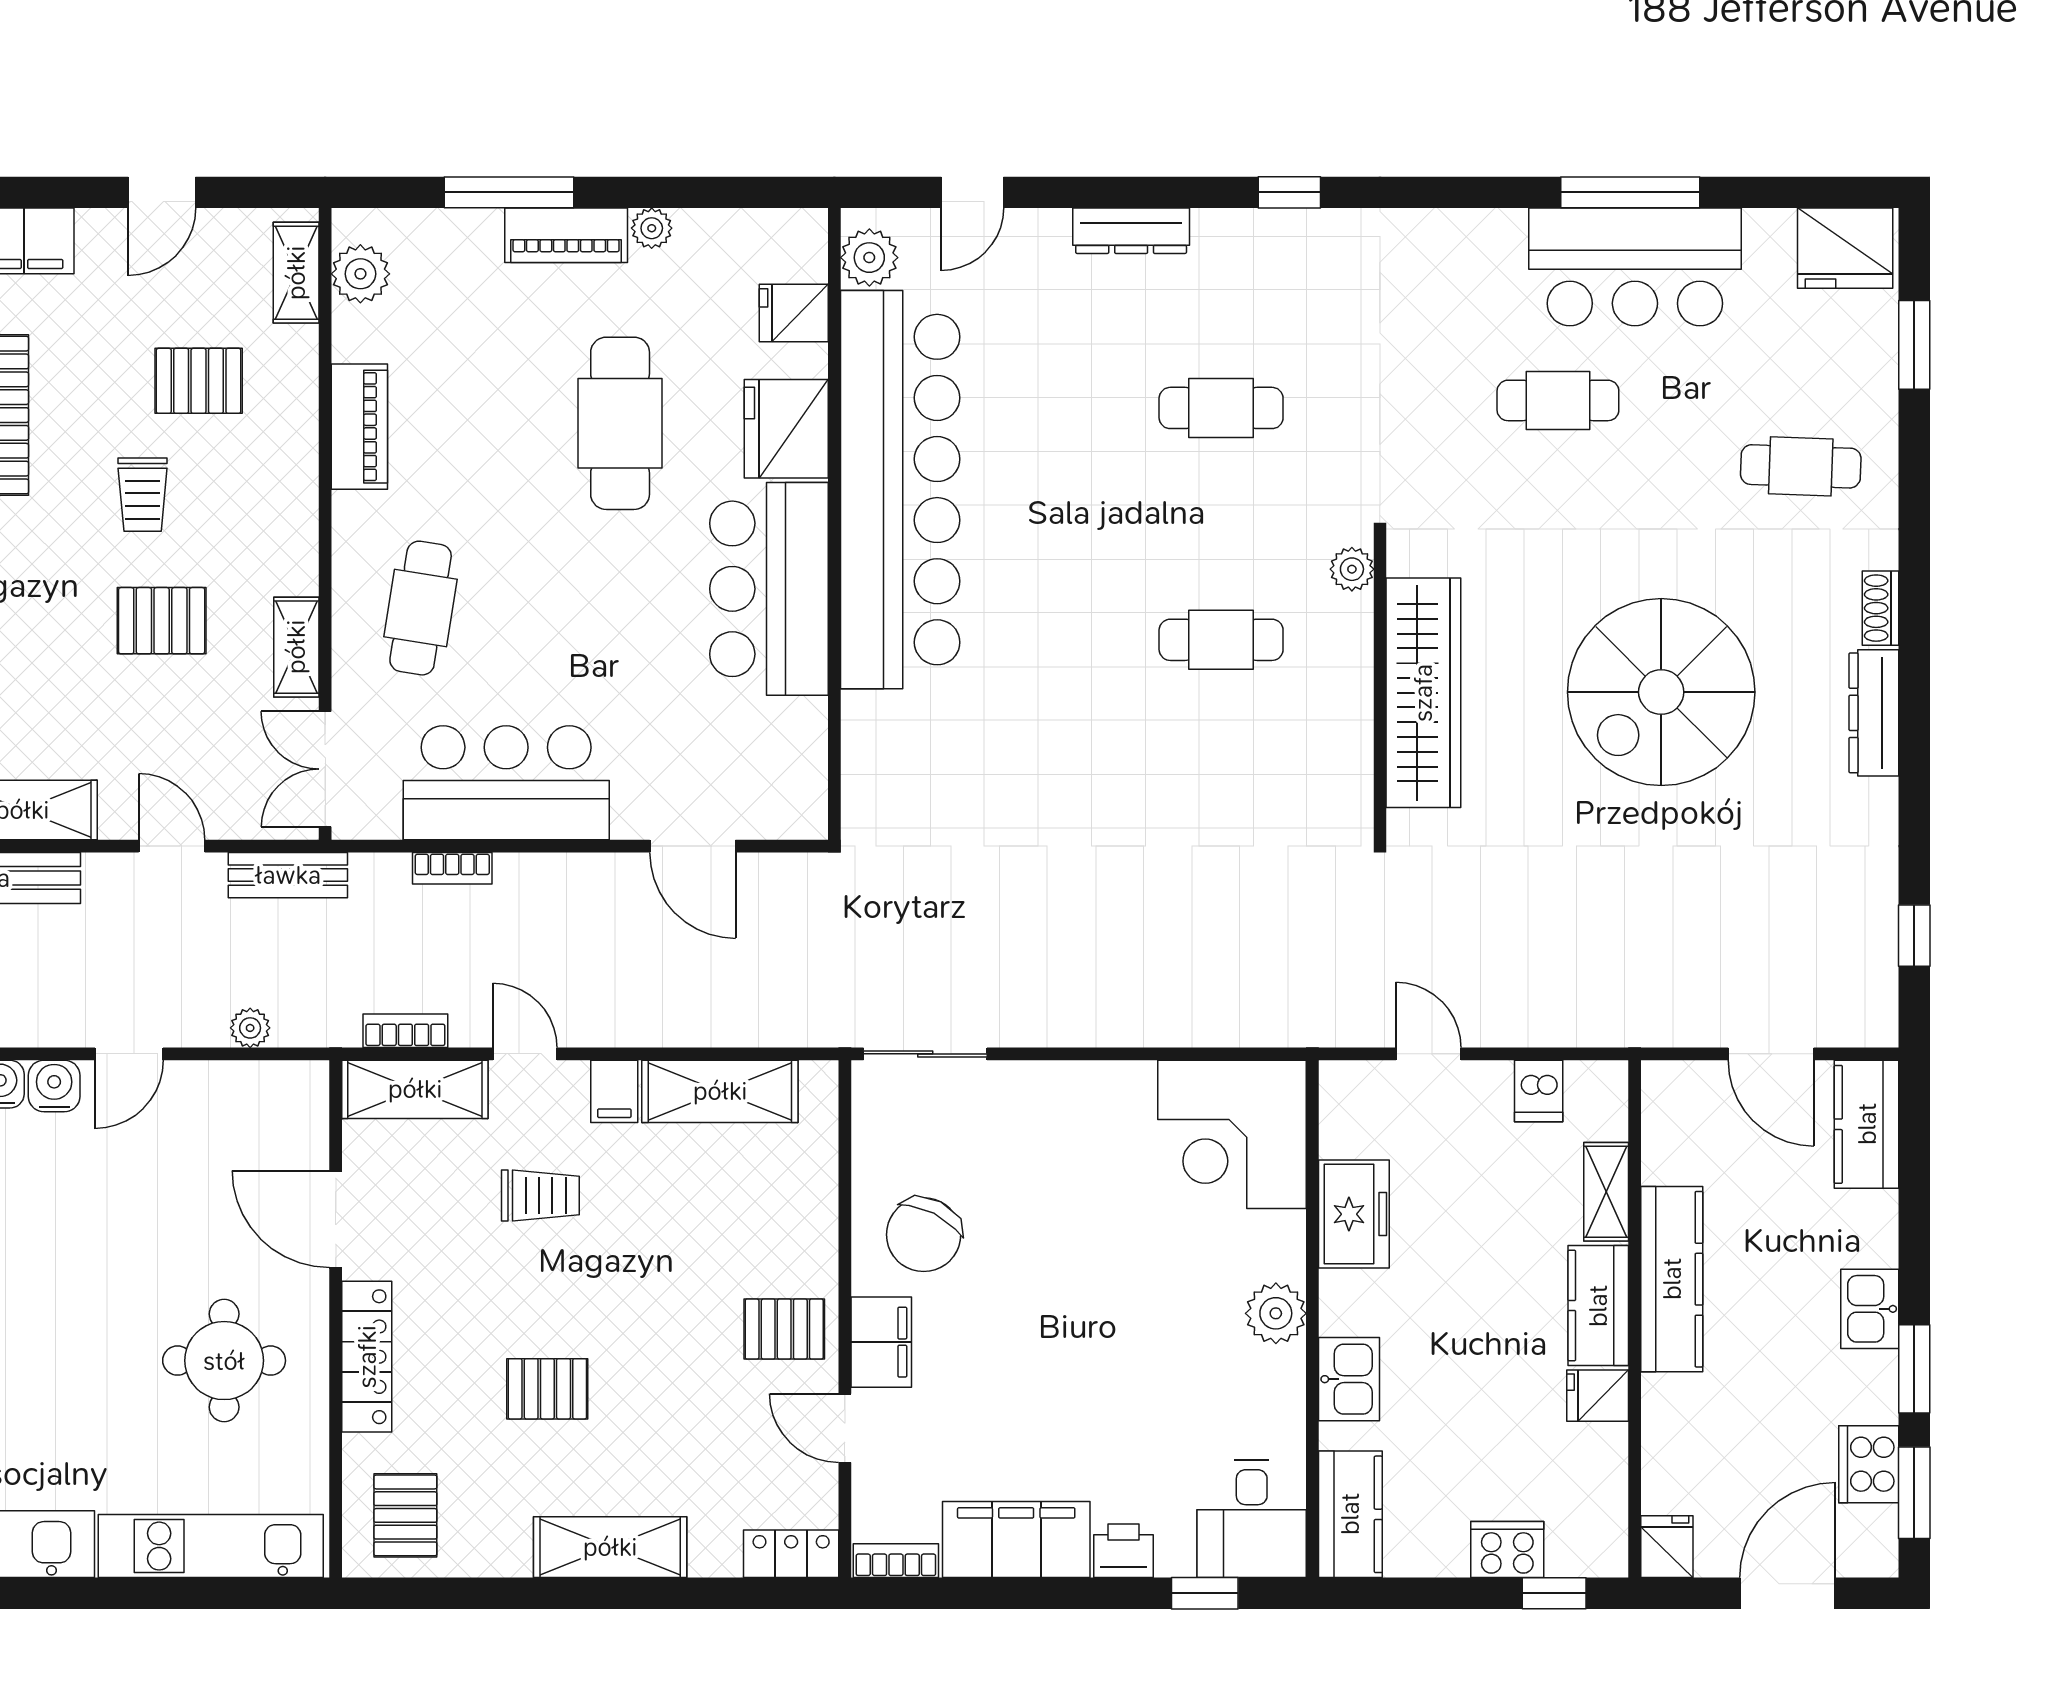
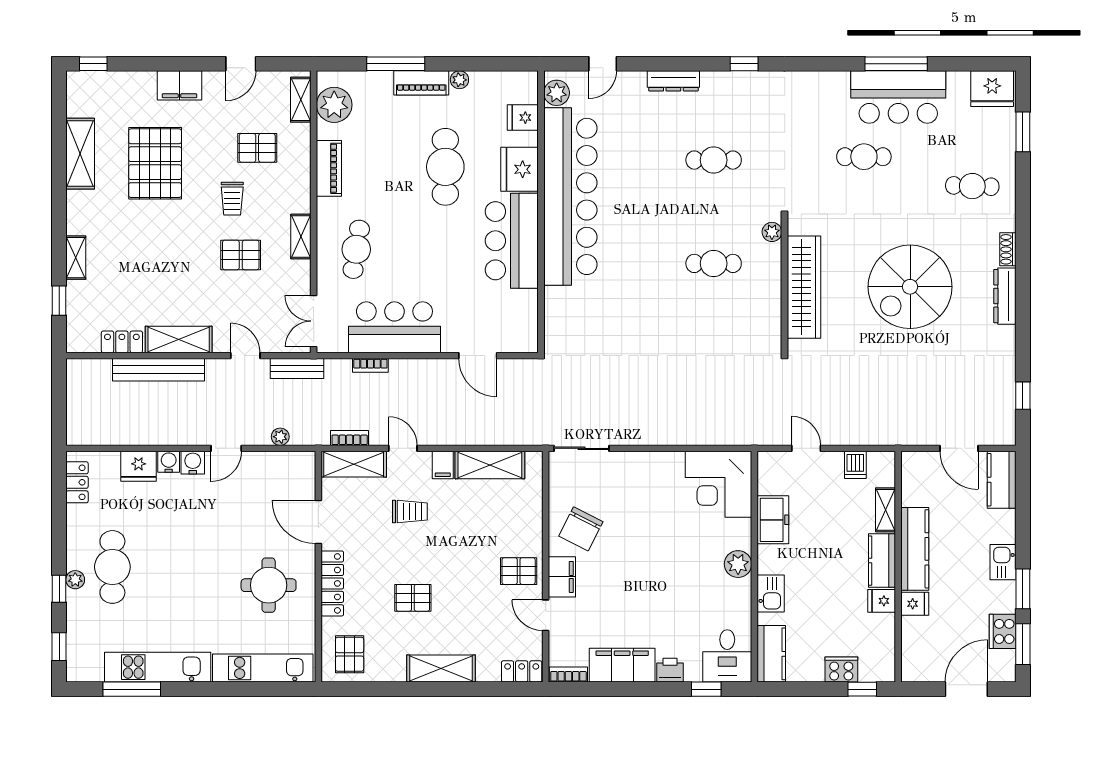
plant: (360, 274) -> (334, 105), width x1.36, depth x1.36
shelving: (296, 647) -> (301, 236), moved
fridge: (1667, 1547) -> (915, 604), moved, turned 90

